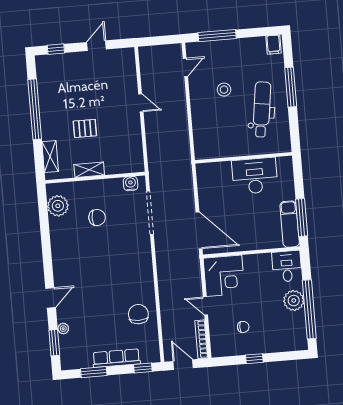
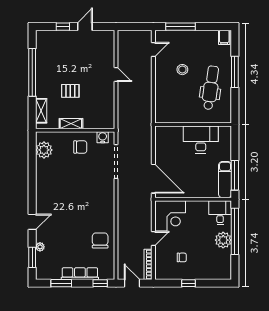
window: (56, 49) -> (63, 27), moved
chair: (97, 218) -> (80, 147), moved
door: (205, 306) -> (153, 238), swing flipped
window: (309, 309) -> (235, 231), moved

